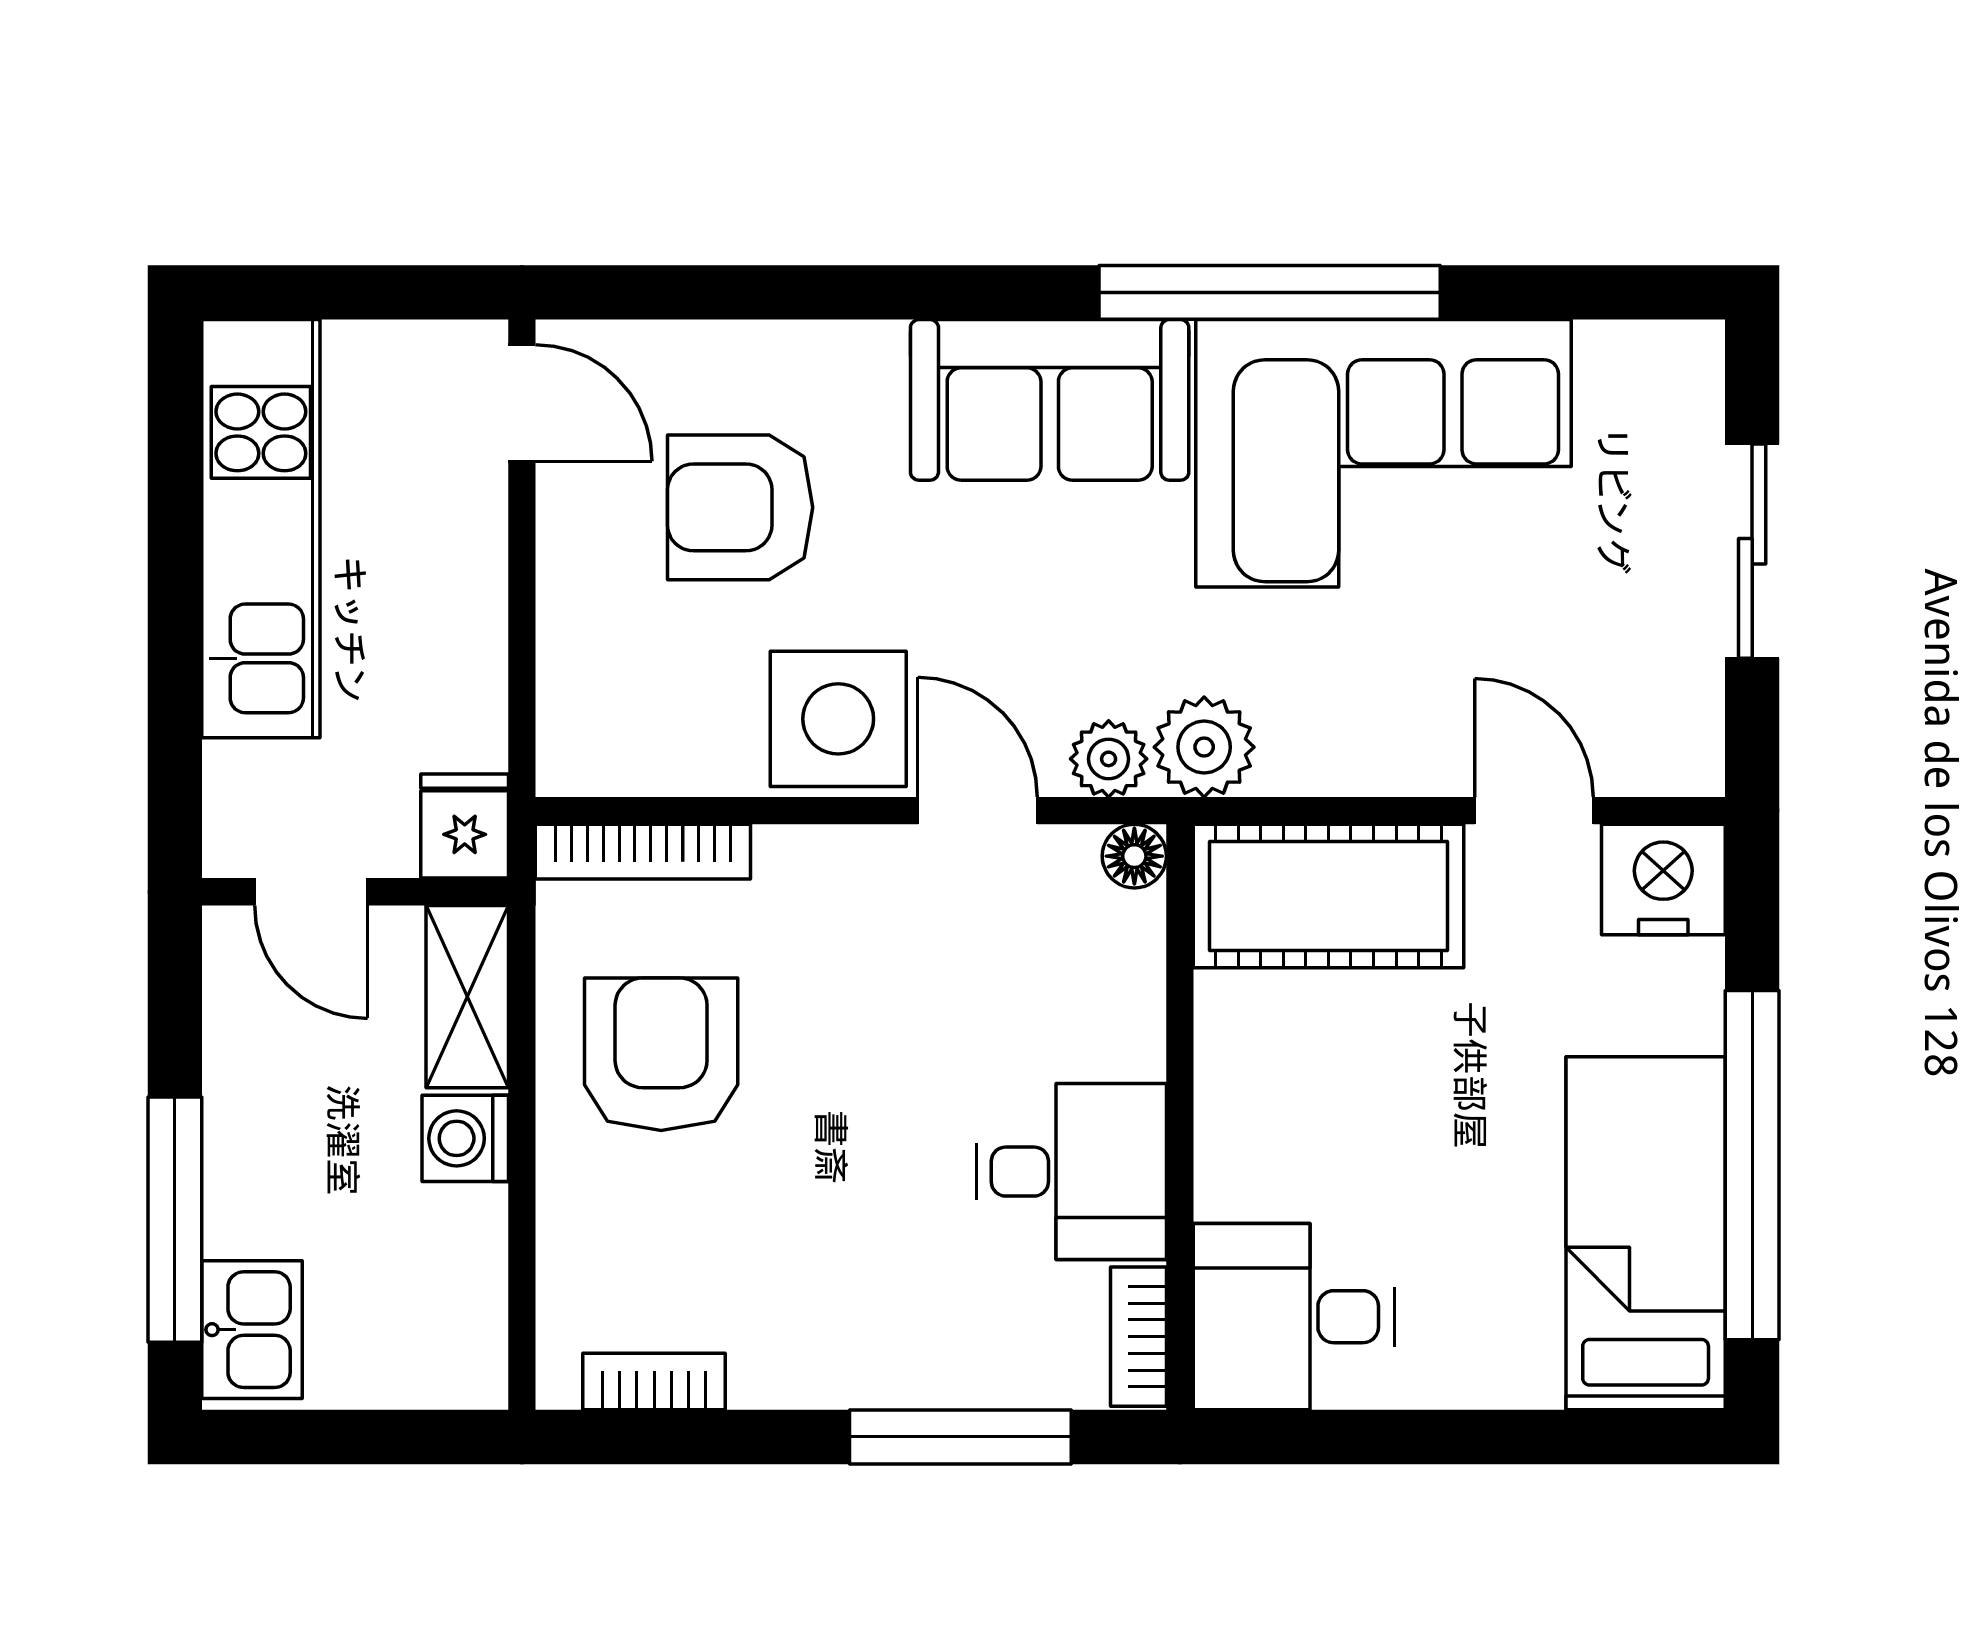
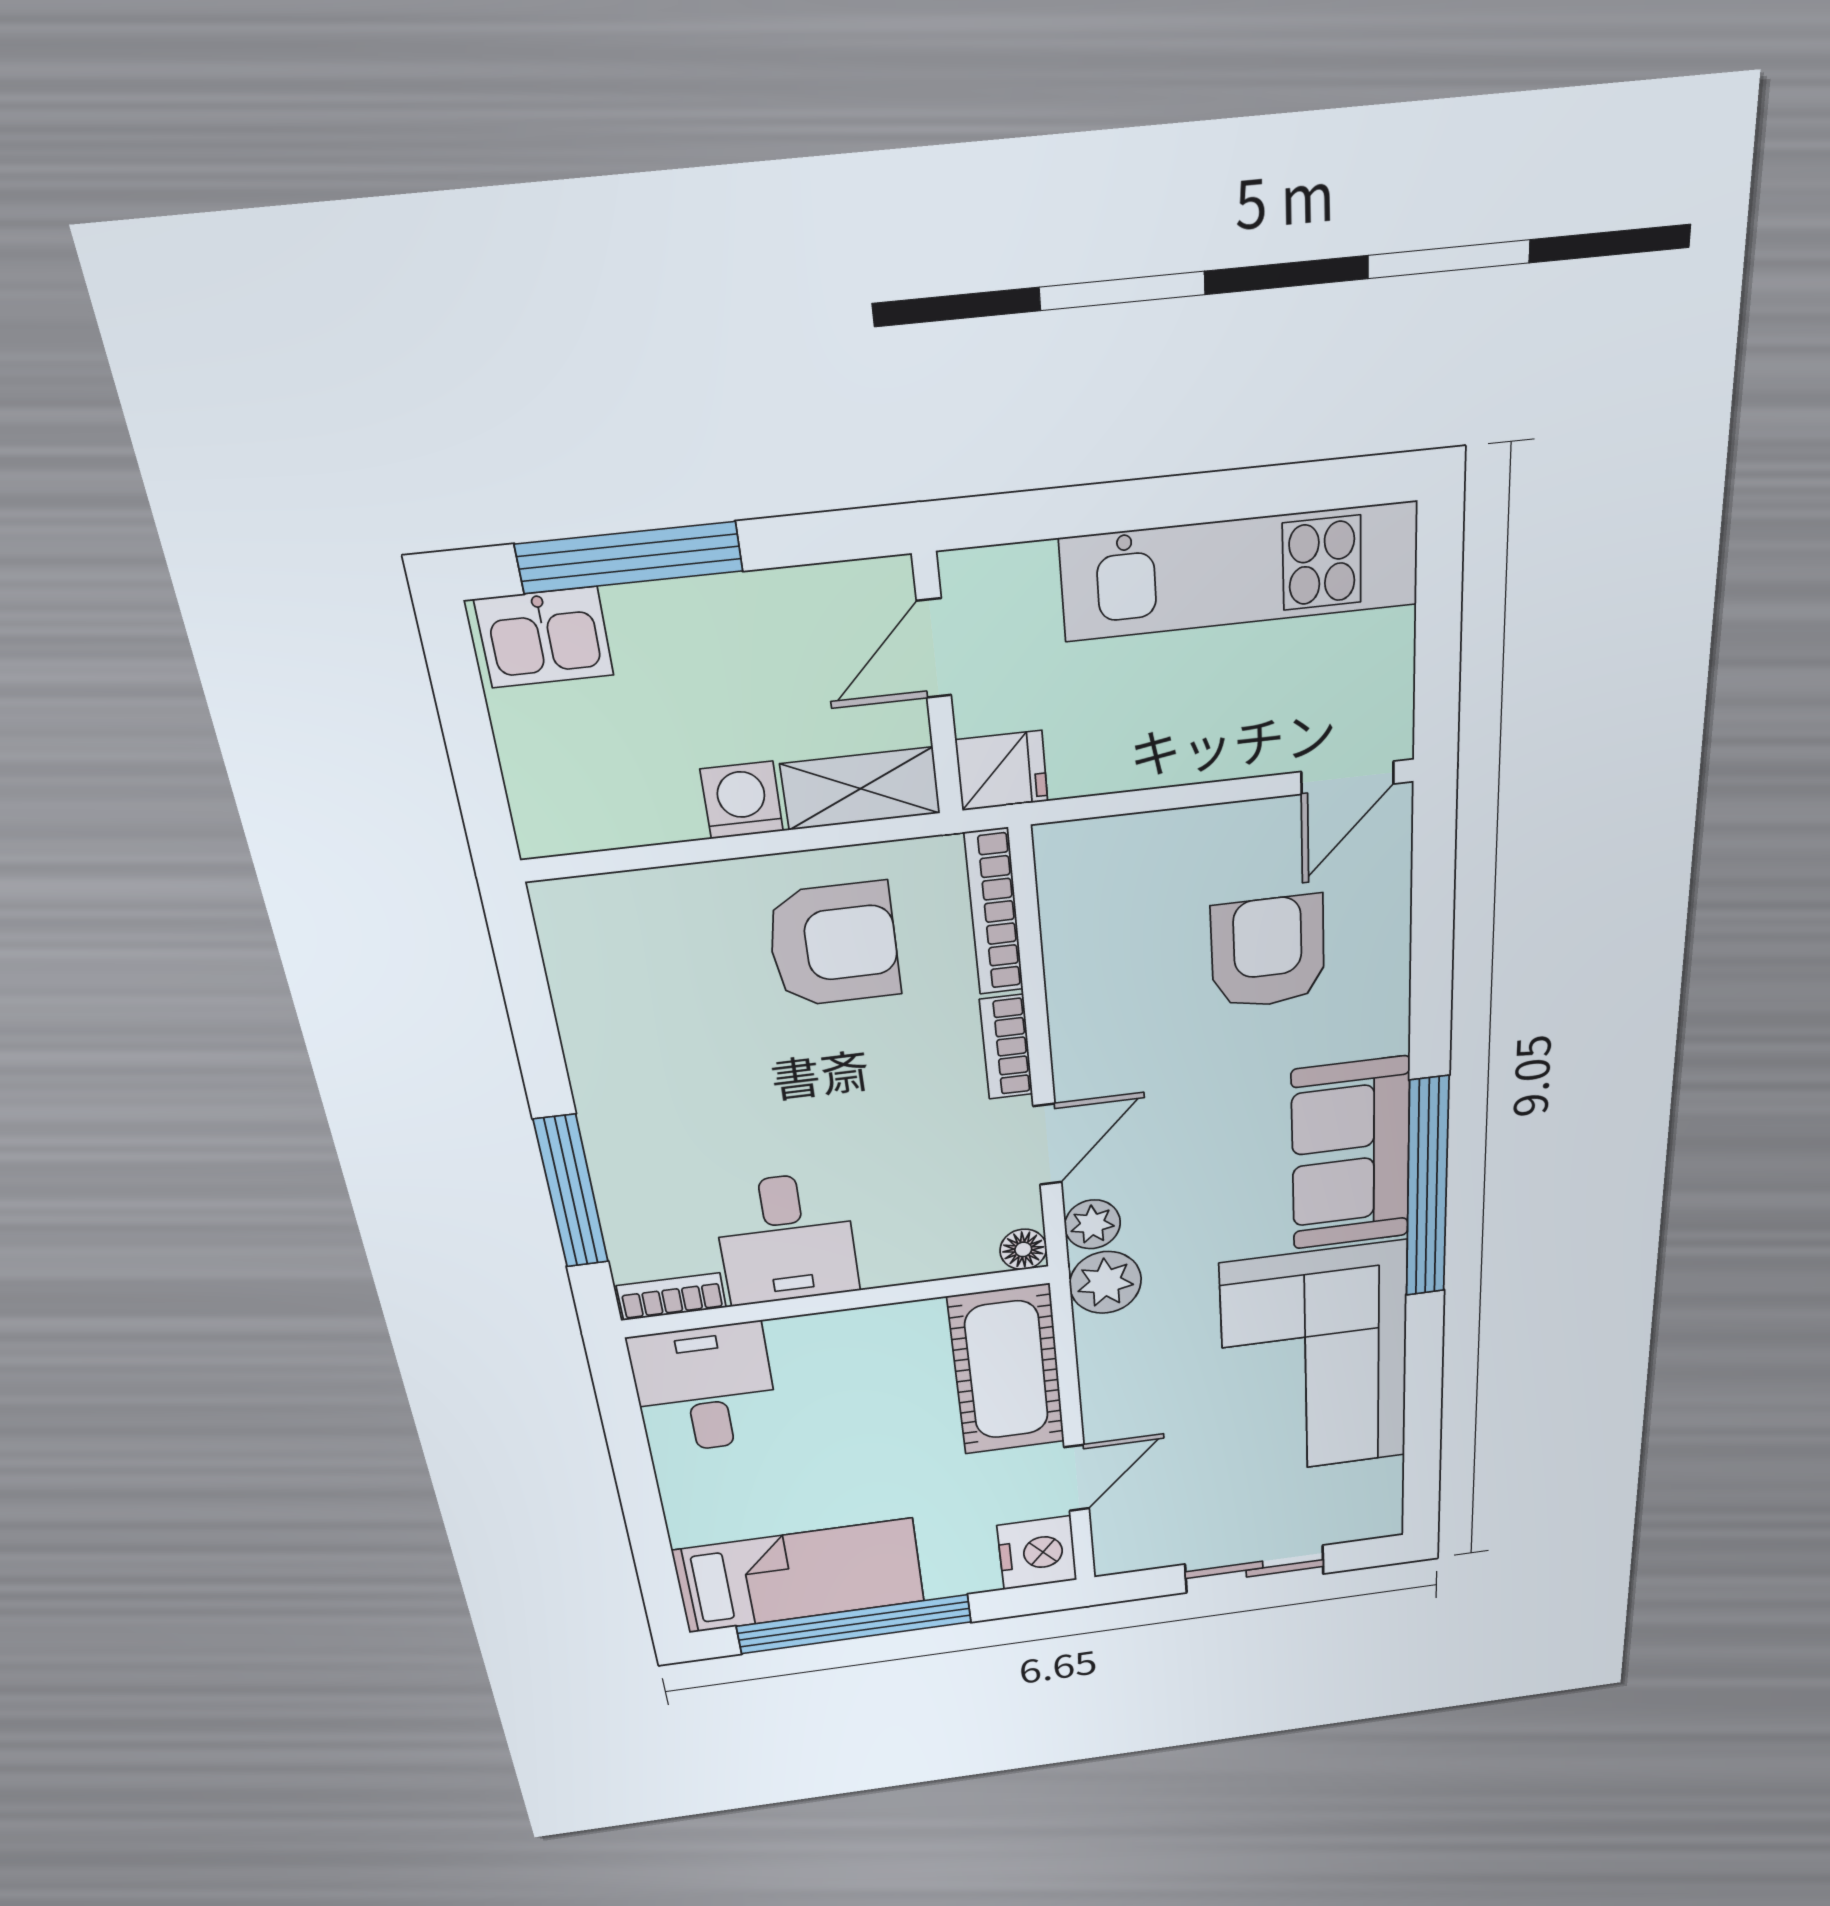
window: (1270, 292) -> (1427, 1188), moved
side table: (838, 719) -> (1109, 1041), removed
bookcase: (654, 1381) -> (1006, 1047), moved, turned 180

